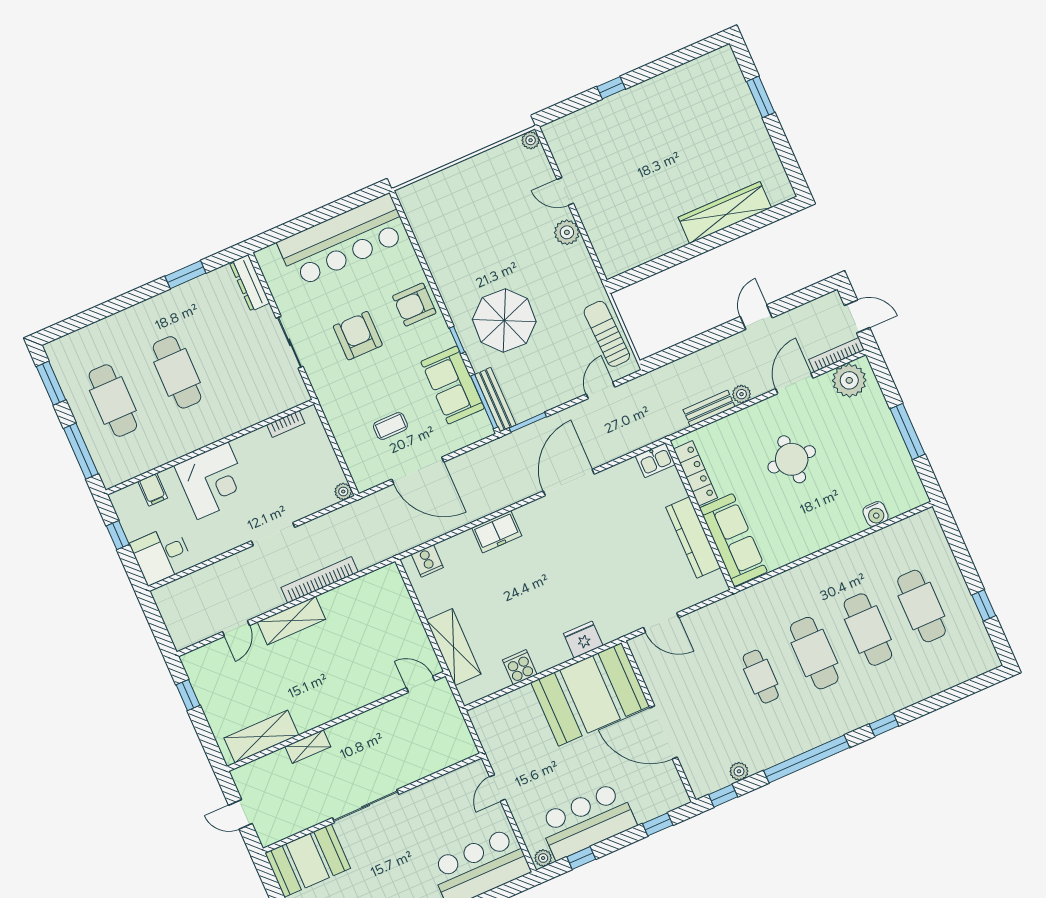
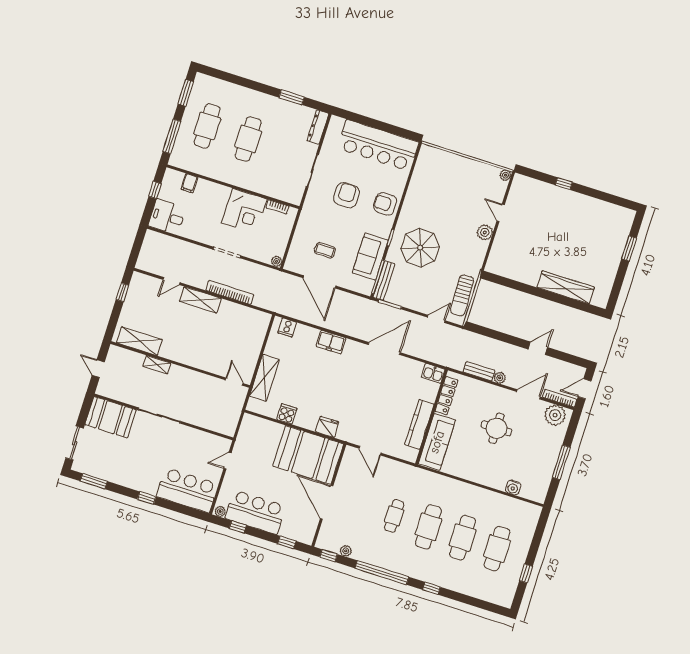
door: (857, 317) -> (585, 389), swing flipped
sun lounger: (607, 334) -> (462, 295), turned 180
corner desk: (213, 481) -> (244, 211), moved

